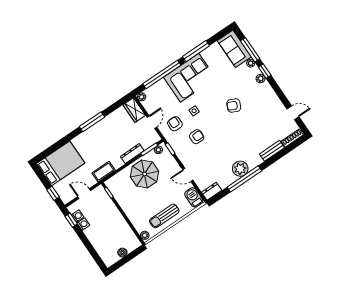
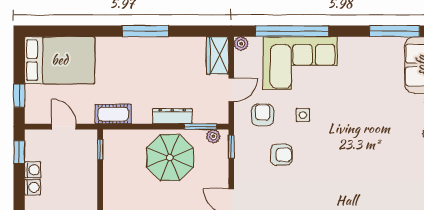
window: (196, 51) -> (395, 31), moved
corner sofa: (190, 78) -> (300, 63), moved
armchair: (234, 106) -> (365, 146), removed
washing machine: (78, 216) -> (33, 187), moved

